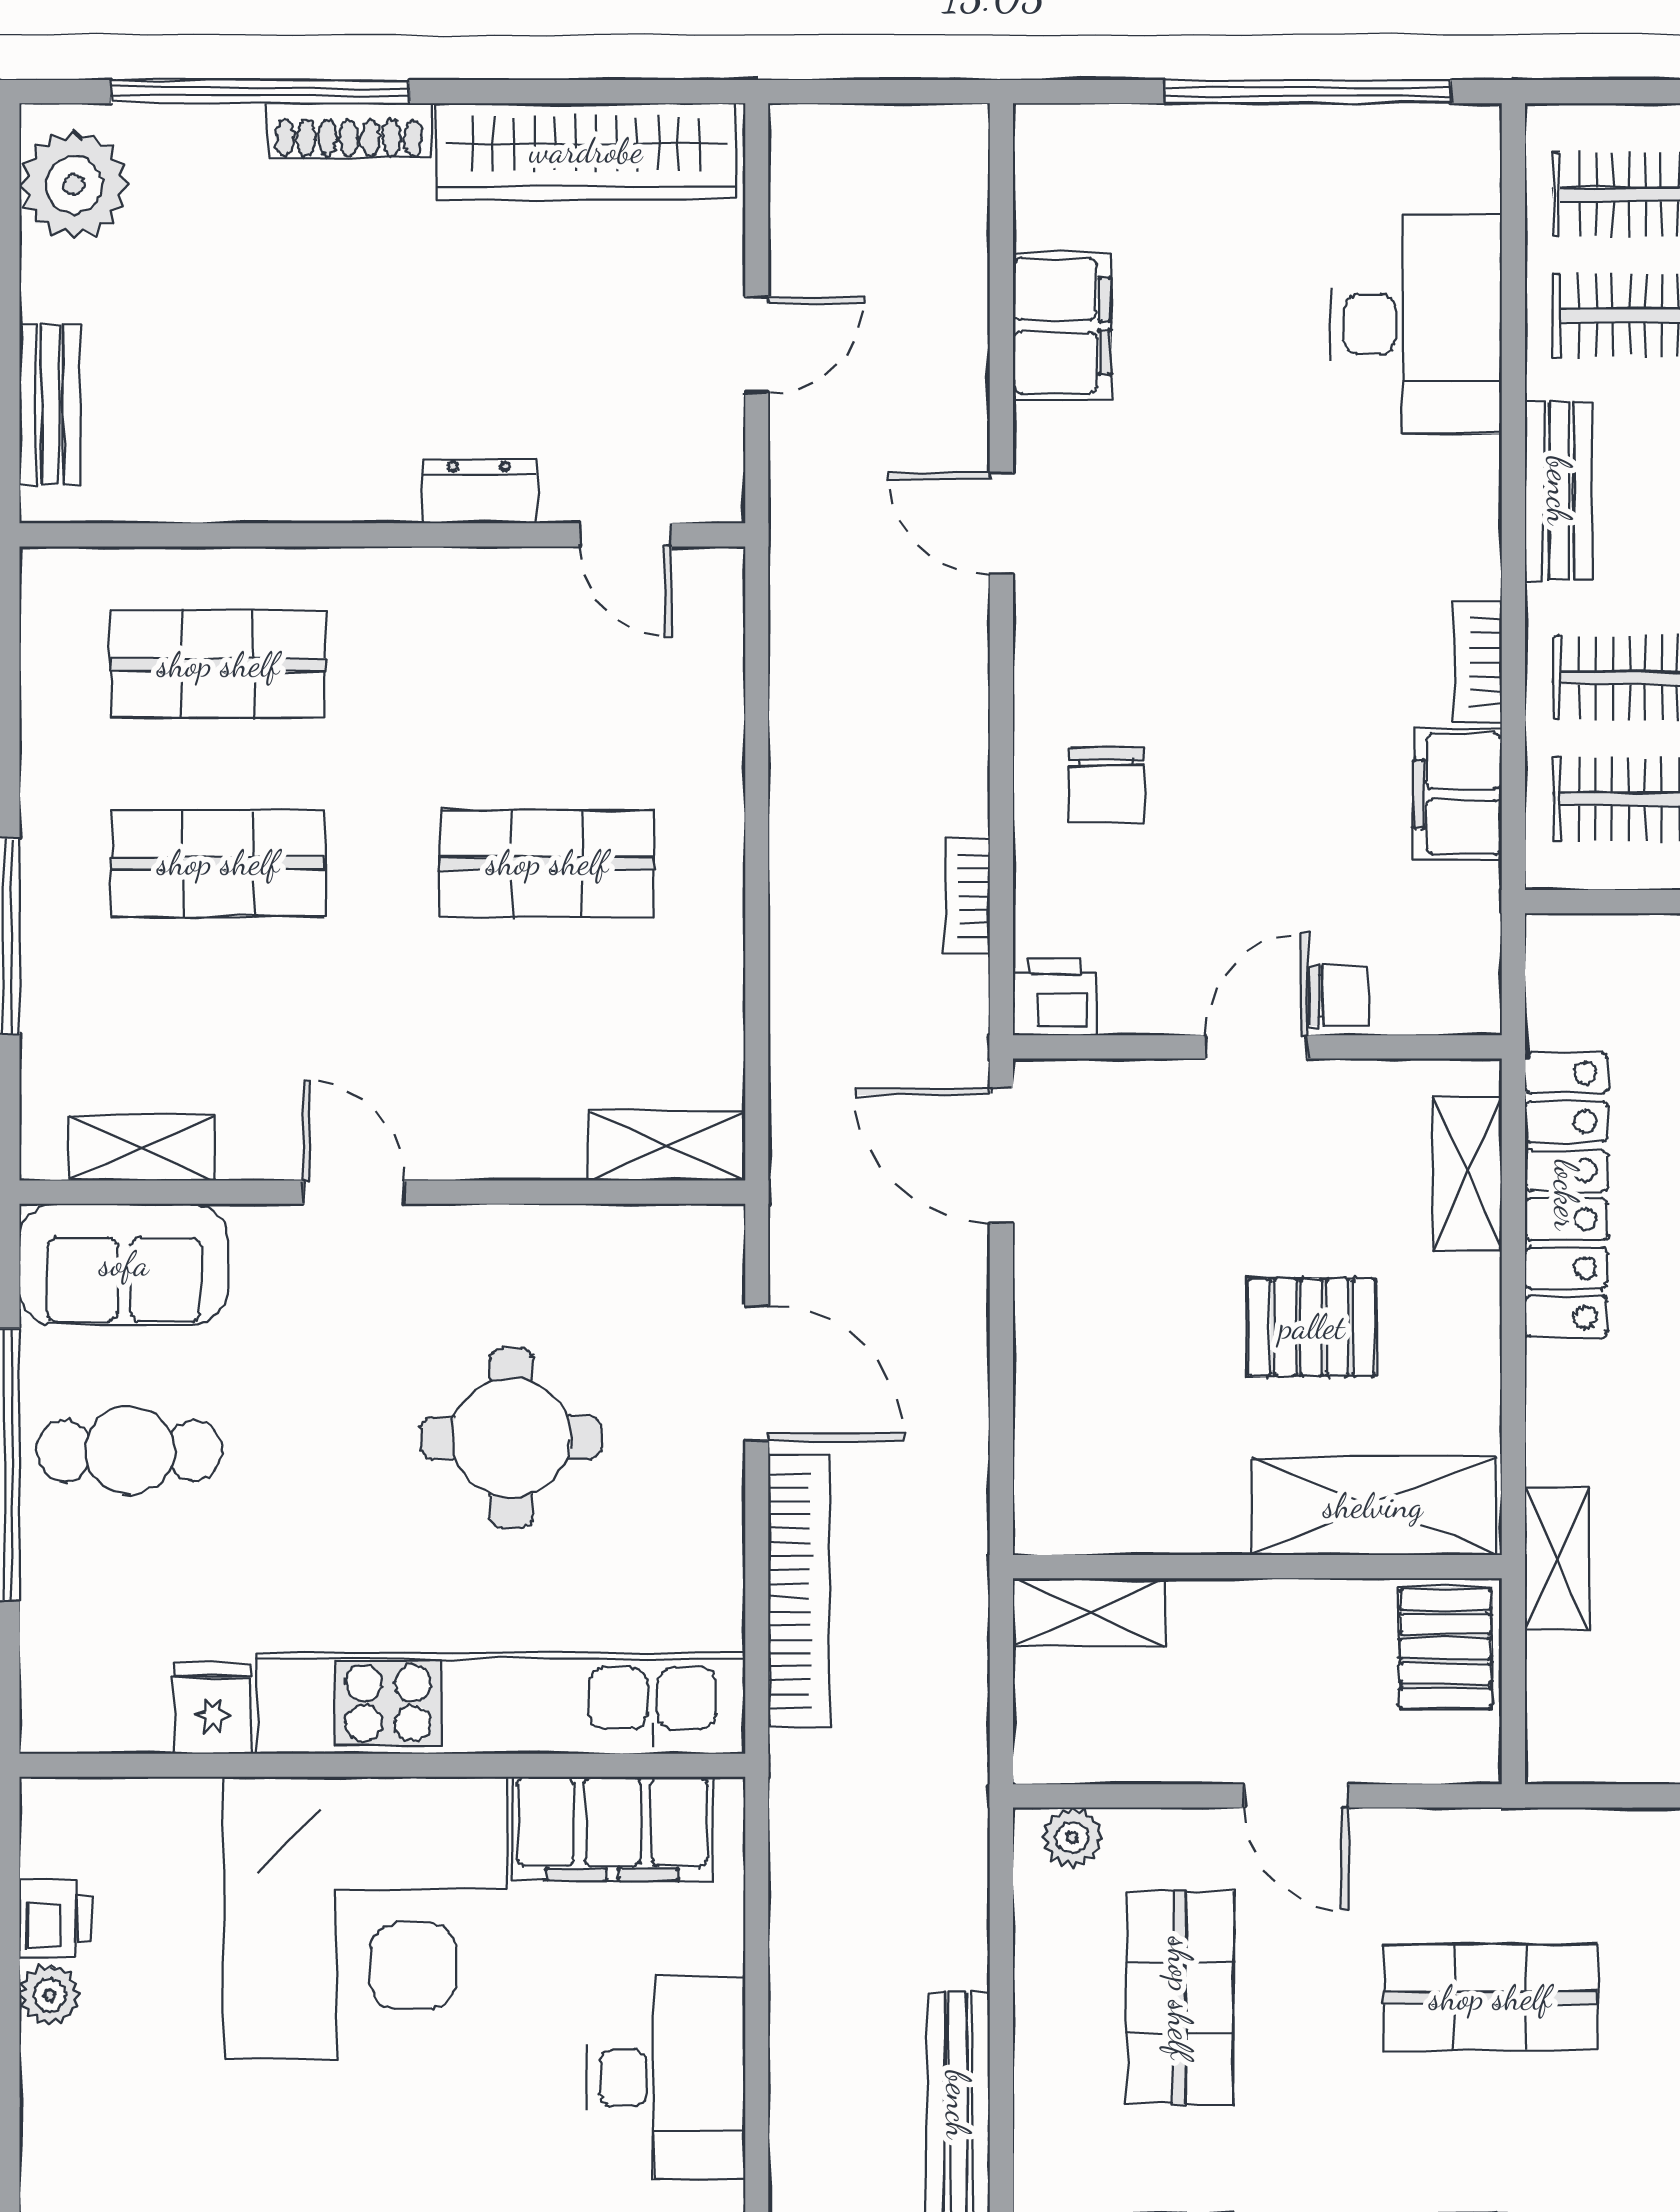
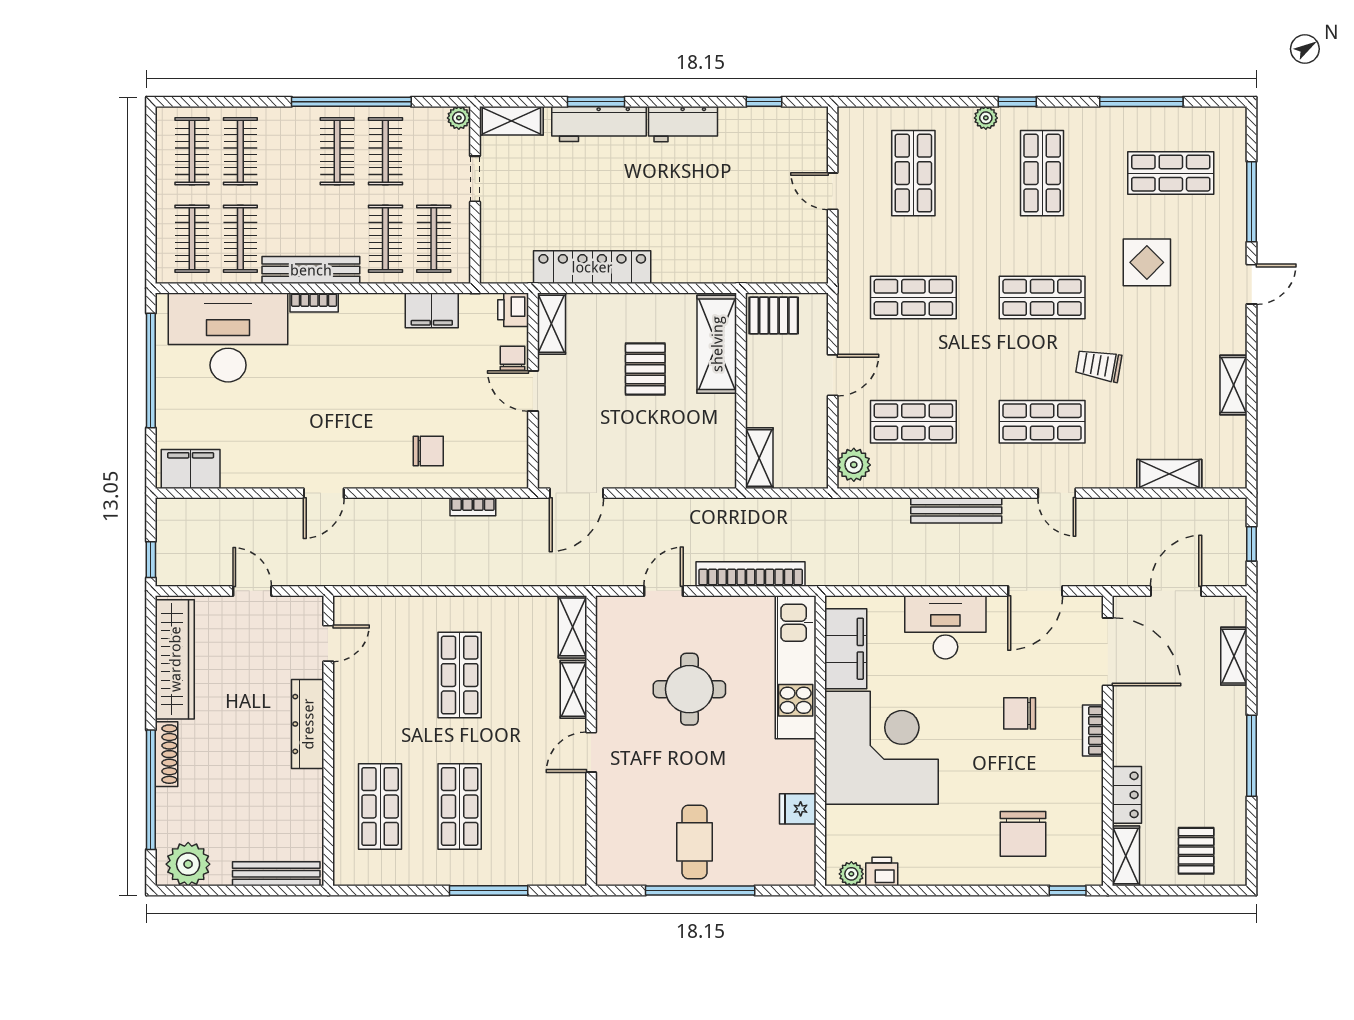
window: (835, 92) -> (151, 560), added
desk: (1416, 324) -> (228, 337), width x1.36, depth x1.30
filing cabinet: (1062, 326) -> (191, 469), moved
bench: (50, 405) -> (276, 874), width x1.36
dresser: (479, 491) -> (308, 724), width x1.96, depth x1.24
bench: (1559, 491) -> (311, 270), width x1.36
bookcase: (1478, 662) -> (314, 302), moved
printer: (1055, 997) -> (513, 310), moved
shelving: (142, 1148) -> (573, 689), moved
shelving: (1467, 1173) -> (551, 324), moved, turned 90
sofa: (124, 1264) -> (620, 844), removed
door: (757, 1373) -> (664, 591), width x0.73
shelving: (1557, 1558) -> (738, 271), removed
kitchen unit: (501, 1703) -> (796, 667), width x0.73
plant: (1072, 1837) -> (854, 465), width x1.38, depth x1.38
plant: (50, 1995) -> (851, 874), moved
shop shelf: (1490, 1998) -> (913, 297), turned 90

